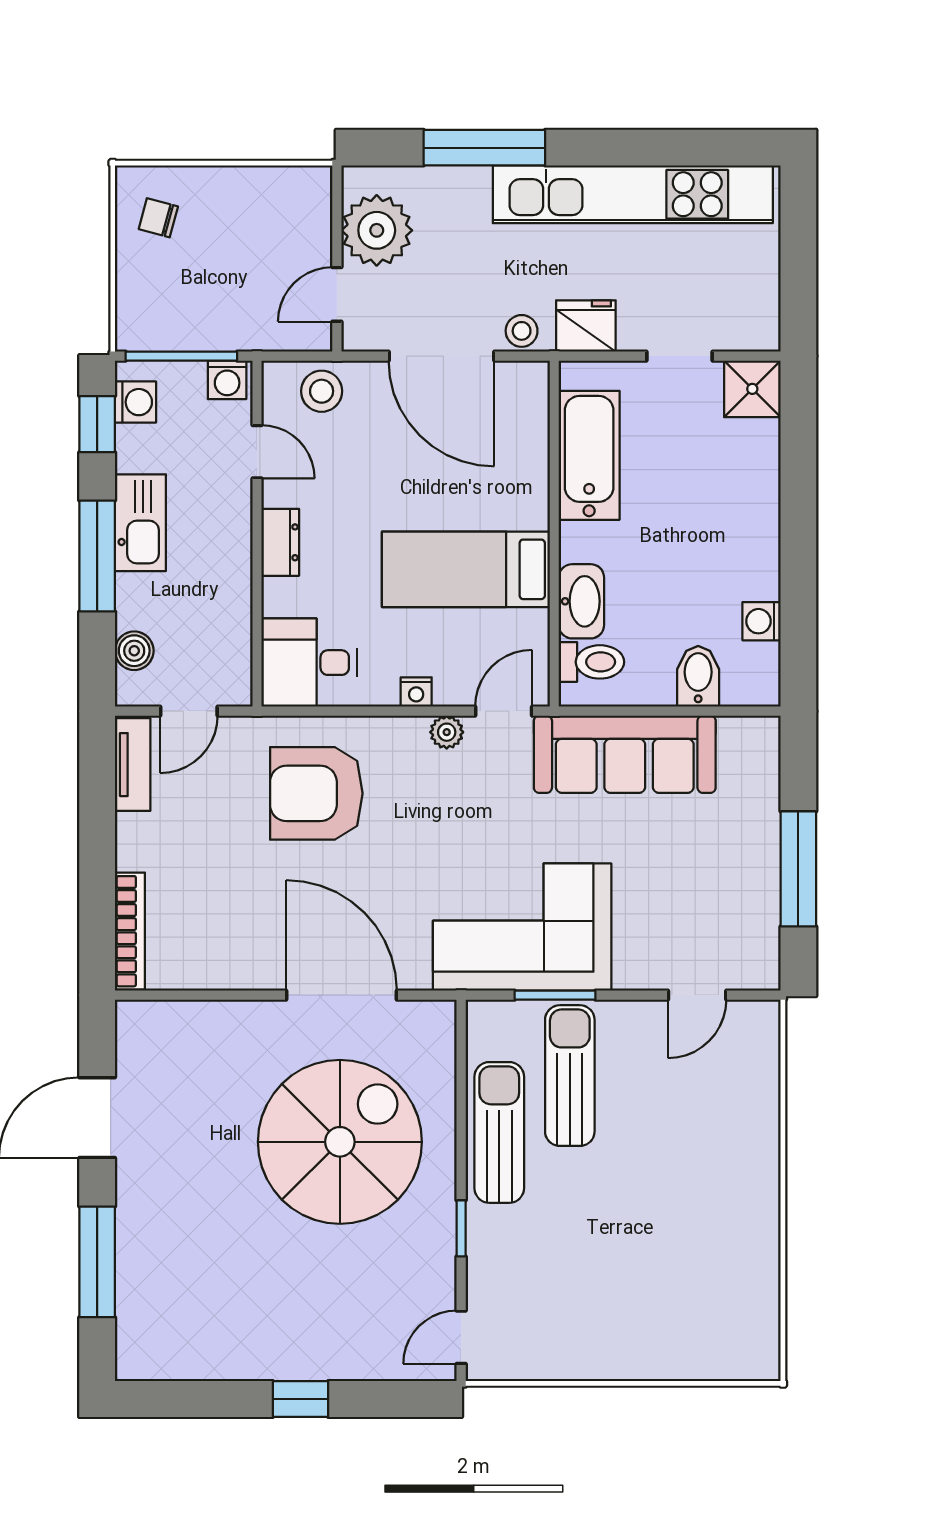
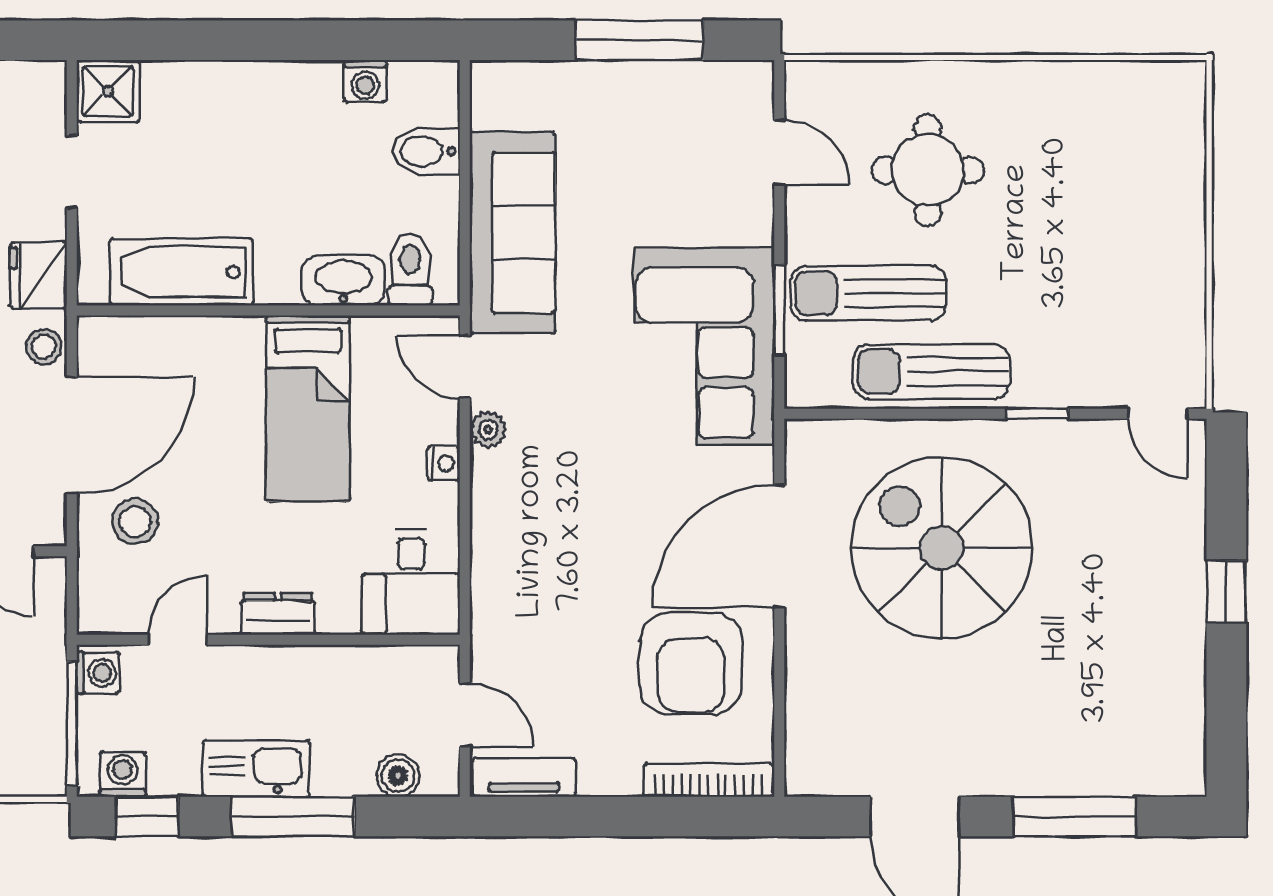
stool: (322, 391) -> (135, 522), moved
armchair: (316, 793) -> (691, 663), moved
round table: (681, 1129) -> (928, 170), added

